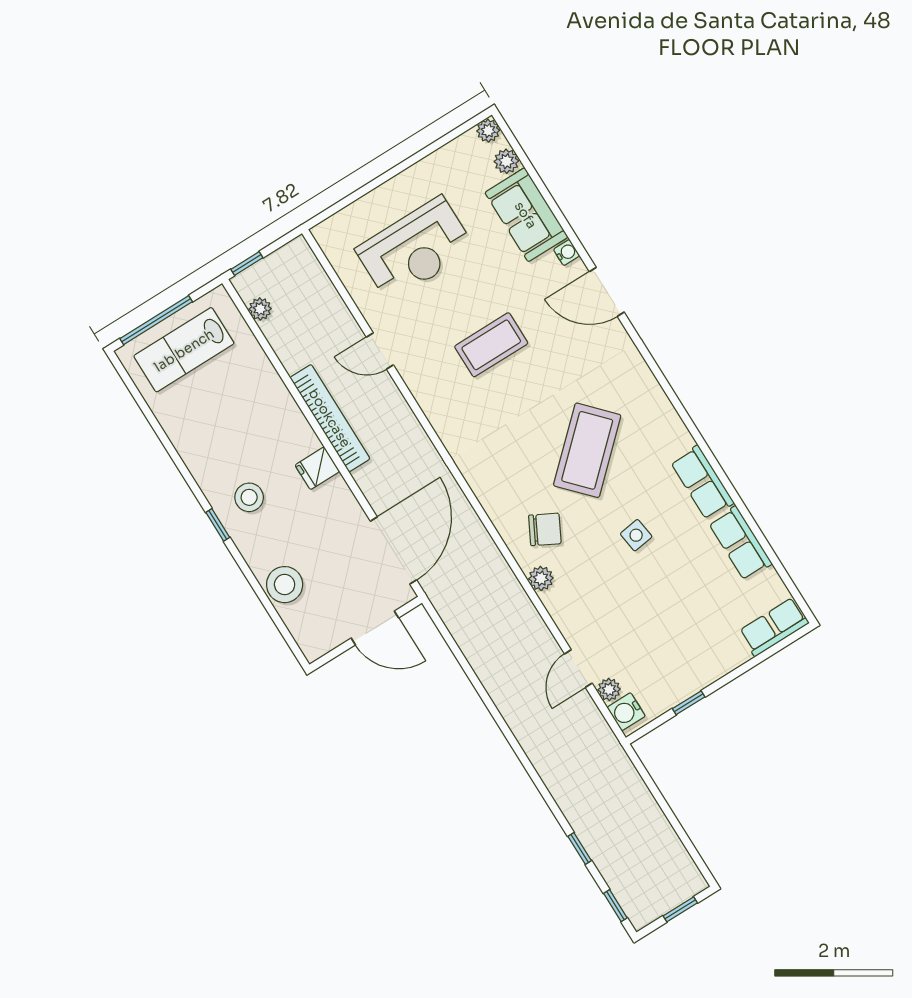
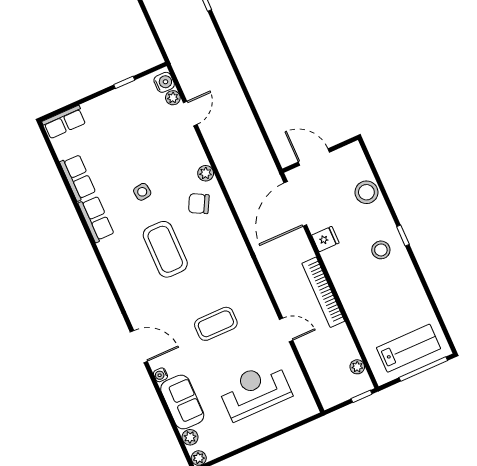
coffee table: (587, 450) -> (165, 249), turned -47
fridge: (317, 468) -> (325, 239), moved

